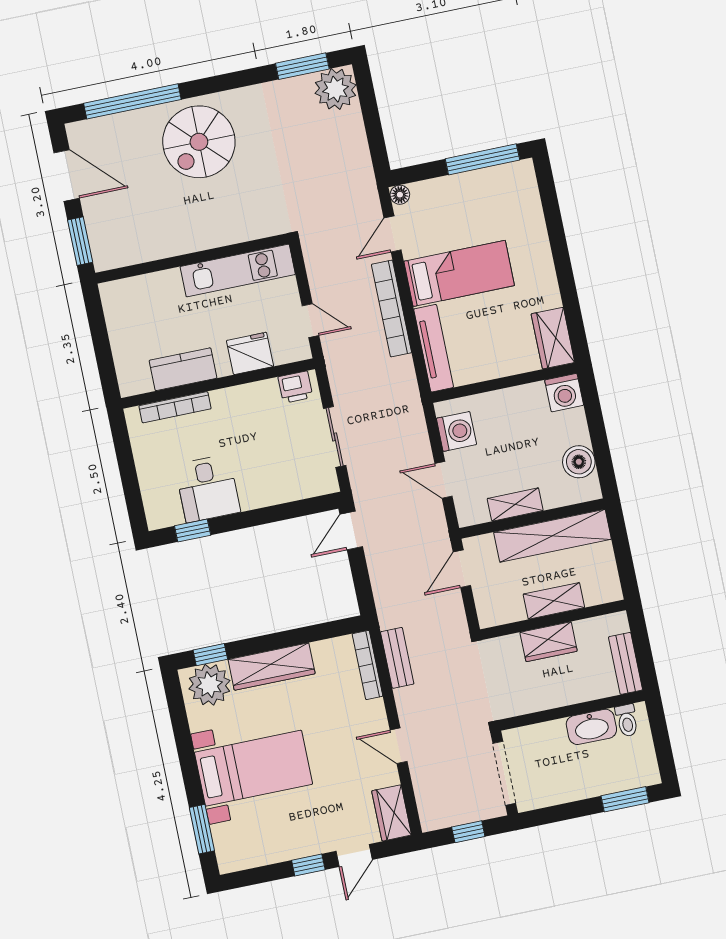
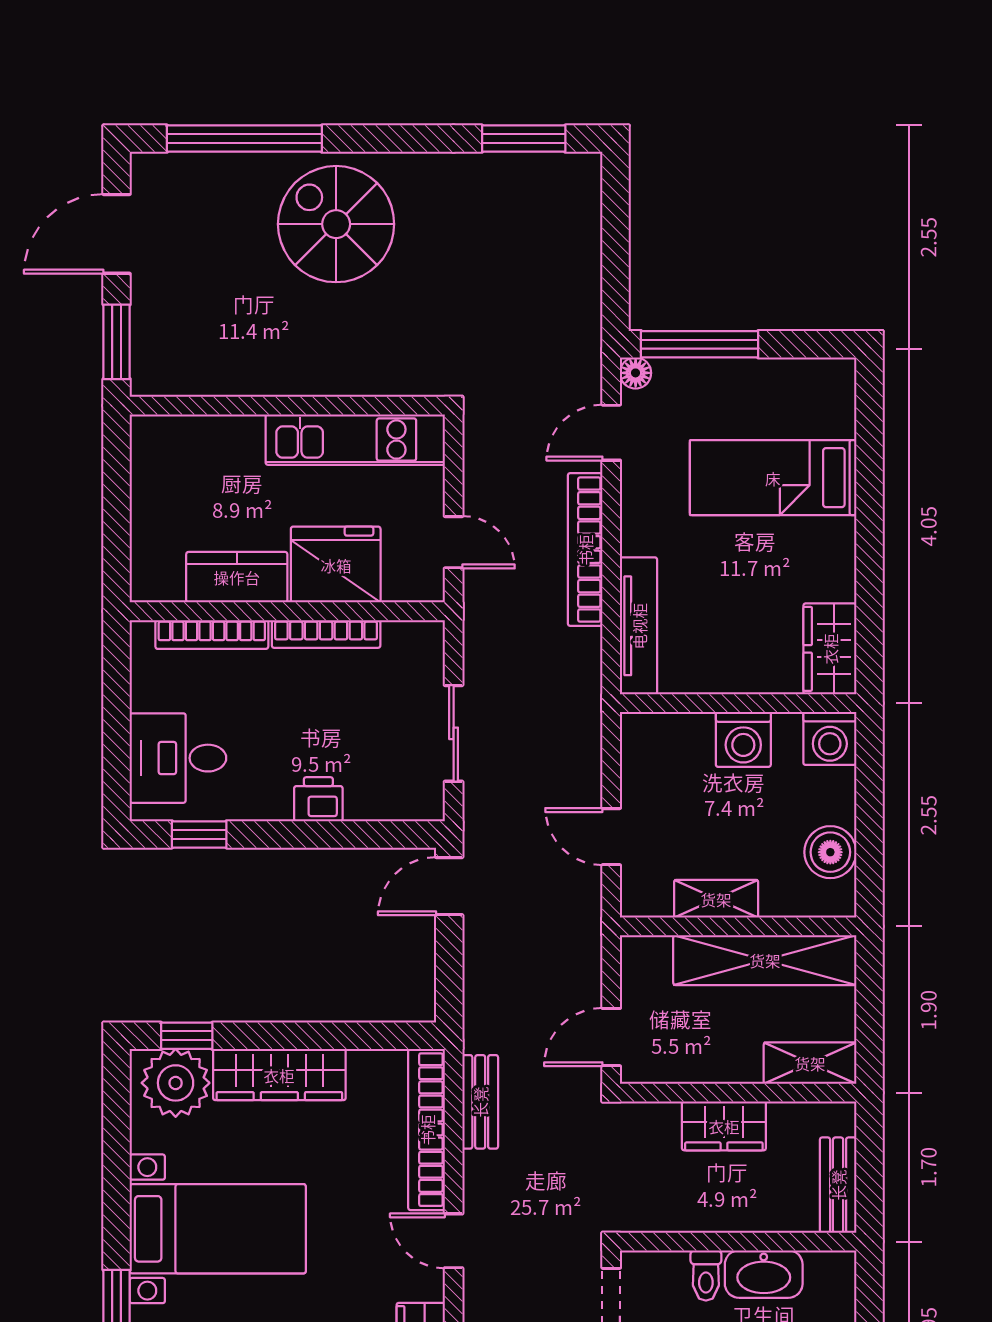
plant: (335, 89) -> (569, 186), removed
spiral stairs: (199, 142) -> (336, 224), turned 90
window: (482, 159) -> (700, 344), moved
door: (67, 175) -> (117, 234), swing flipped
bed: (459, 273) -> (773, 478), moved, turned 180
fridge: (250, 353) -> (336, 565), width x1.36, depth x1.34
printer: (295, 387) -> (318, 799), moved, turned 180
bookcase: (244, 392) -> (326, 634), added
washing machine: (456, 431) -> (743, 739), moved, turned 90
desk: (208, 488) -> (178, 758), moved, turned 90
door: (462, 569) -> (611, 1037), moved
shelving: (554, 601) -> (810, 1063), moved
bookcase: (367, 665) -> (427, 1130), width x1.48, depth x1.31
toilet: (627, 720) -> (706, 1275), moved

